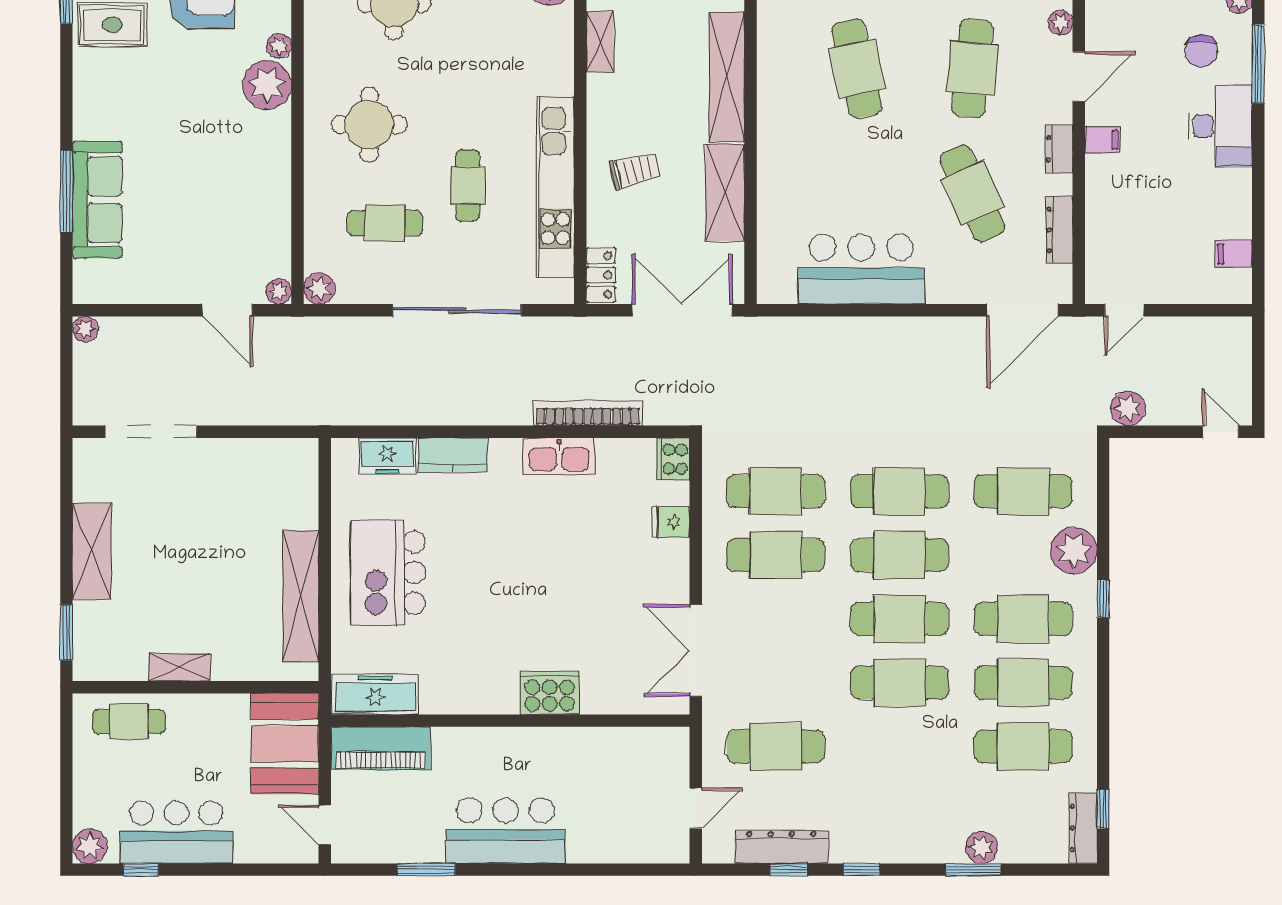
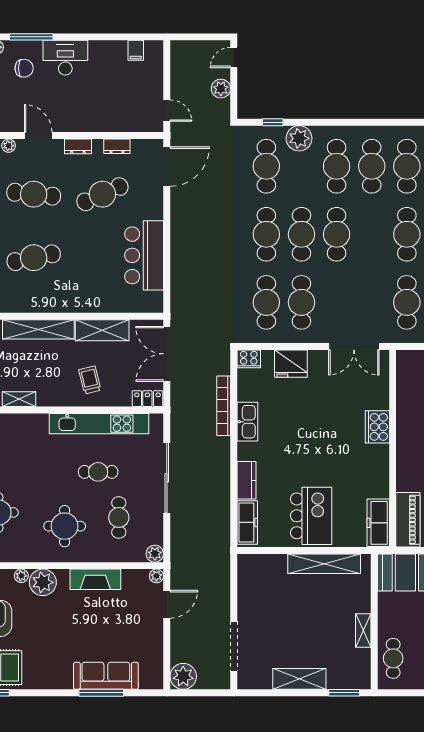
filing cabinet: (1102, 140) -> (73, 123), removed
fireplace: (273, 180) -> (95, 579), added
dresser: (1059, 230) -> (117, 146), width x0.70
door: (1023, 310) -> (167, 166), hinge flipped
plant: (85, 329) -> (183, 676), width x1.88, depth x1.88
plant: (1128, 408) -> (221, 89), moved
freezer: (387, 456) -> (247, 522), width x1.40
fridge: (671, 522) -> (291, 364), width x1.88, depth x1.34
kitchen island: (388, 573) -> (311, 516), turned -90
window: (1103, 599) -> (273, 122), moved
cafe table: (899, 683) -> (407, 234), moved

